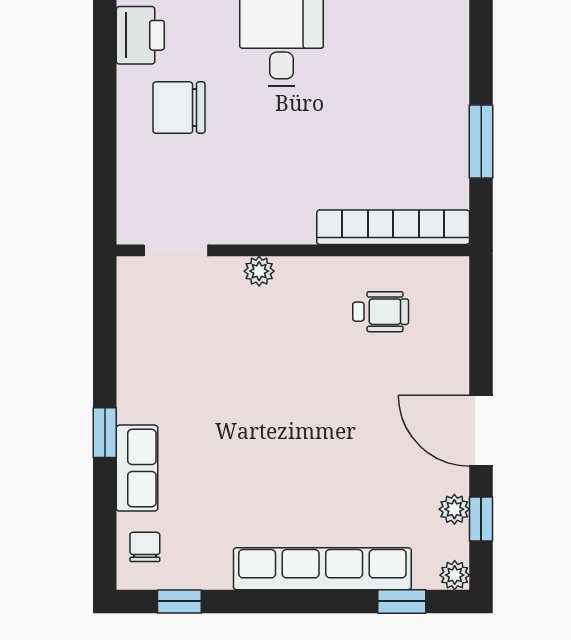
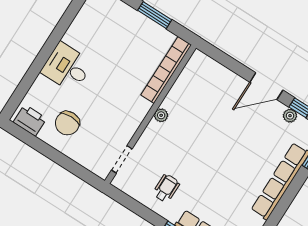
plant: (259, 271) -> (161, 115), moved
wheelchair: (381, 312) -> (166, 188), moved

